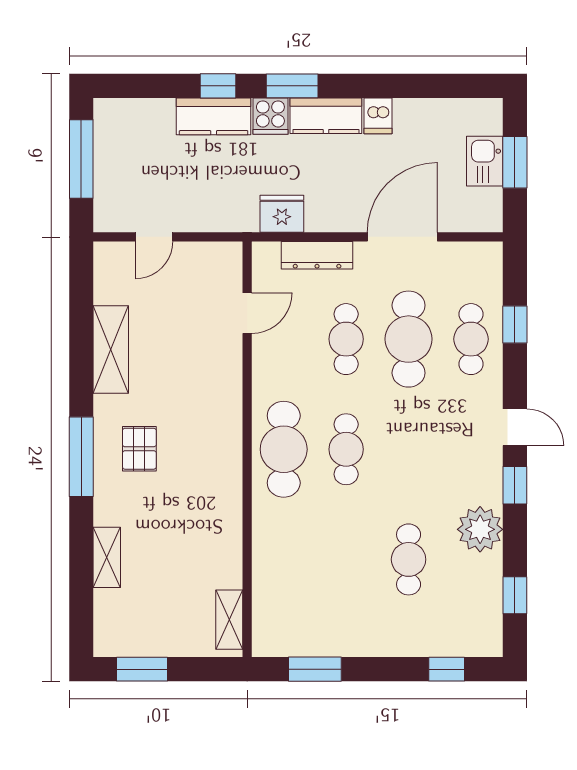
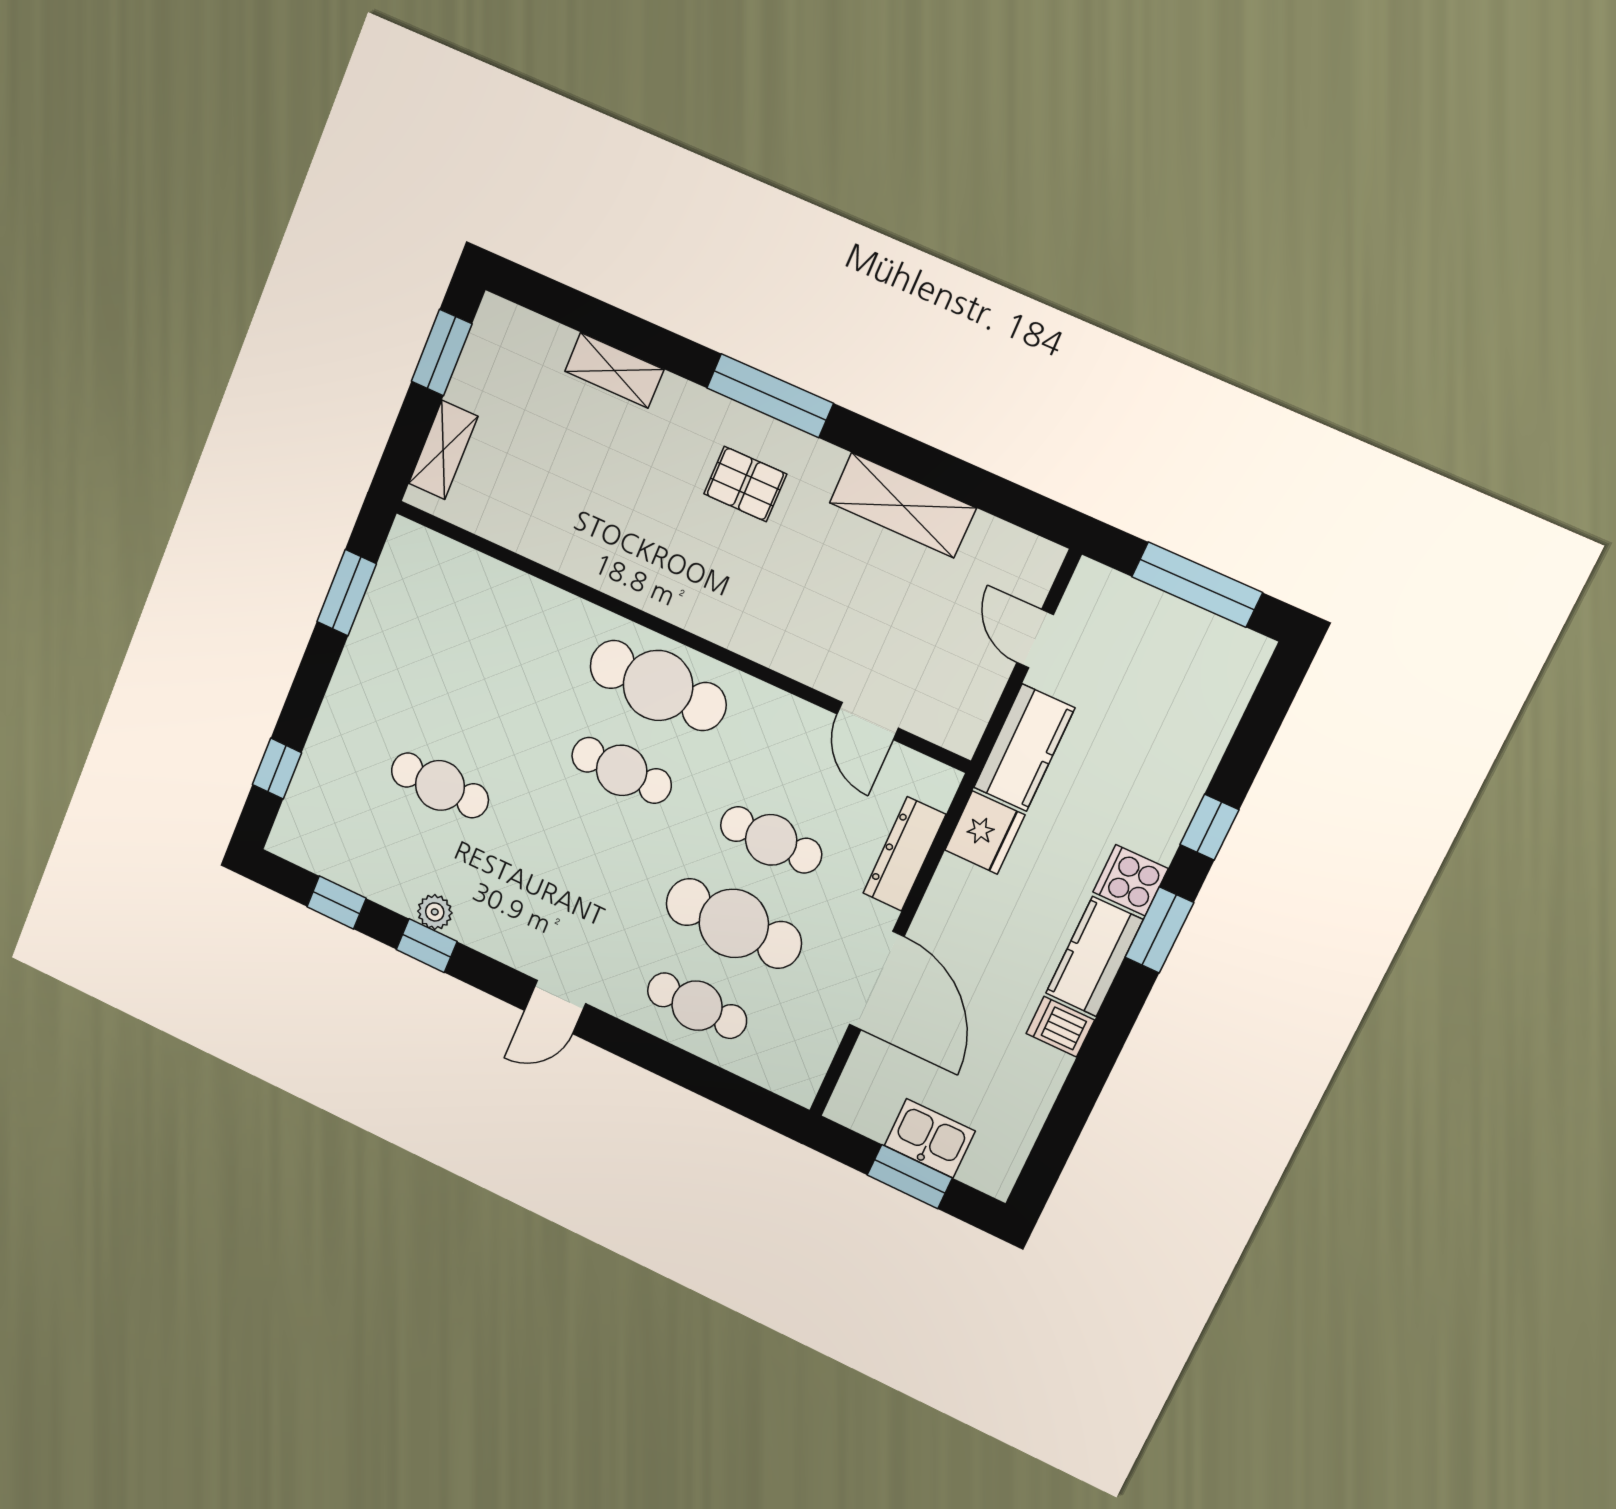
kitchen counter: (214, 116) -> (1024, 748), moved, turned 180
window: (515, 324) -> (691, 1072), removed
window: (515, 485) -> (427, 946), moved
plant: (480, 529) -> (435, 912), width x0.53, depth x0.53
shelving: (229, 620) -> (443, 450), moved, turned 90

